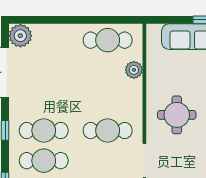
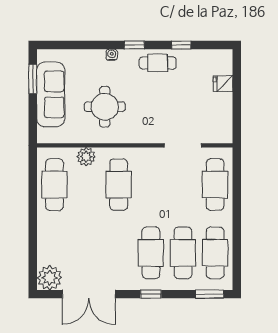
round table: (177, 115) -> (105, 107), moved
cafe table: (108, 131) -> (119, 185), moved

